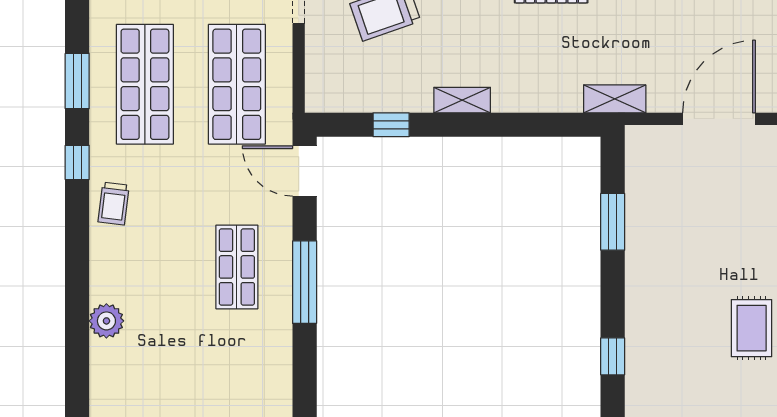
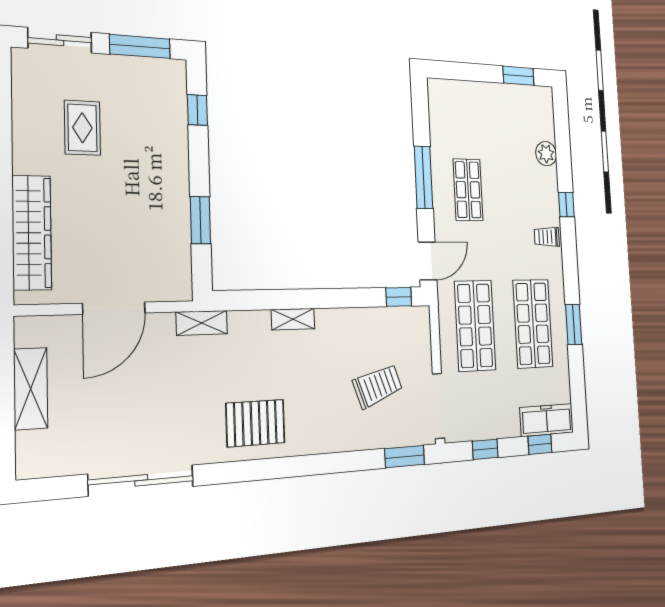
shelving: (462, 100) -> (293, 319), moved
window: (391, 125) -> (399, 297), moved
window: (77, 162) -> (566, 205), moved
door: (305, 171) -> (427, 261), hinge flipped
trolley: (114, 204) -> (547, 237), turned -97

